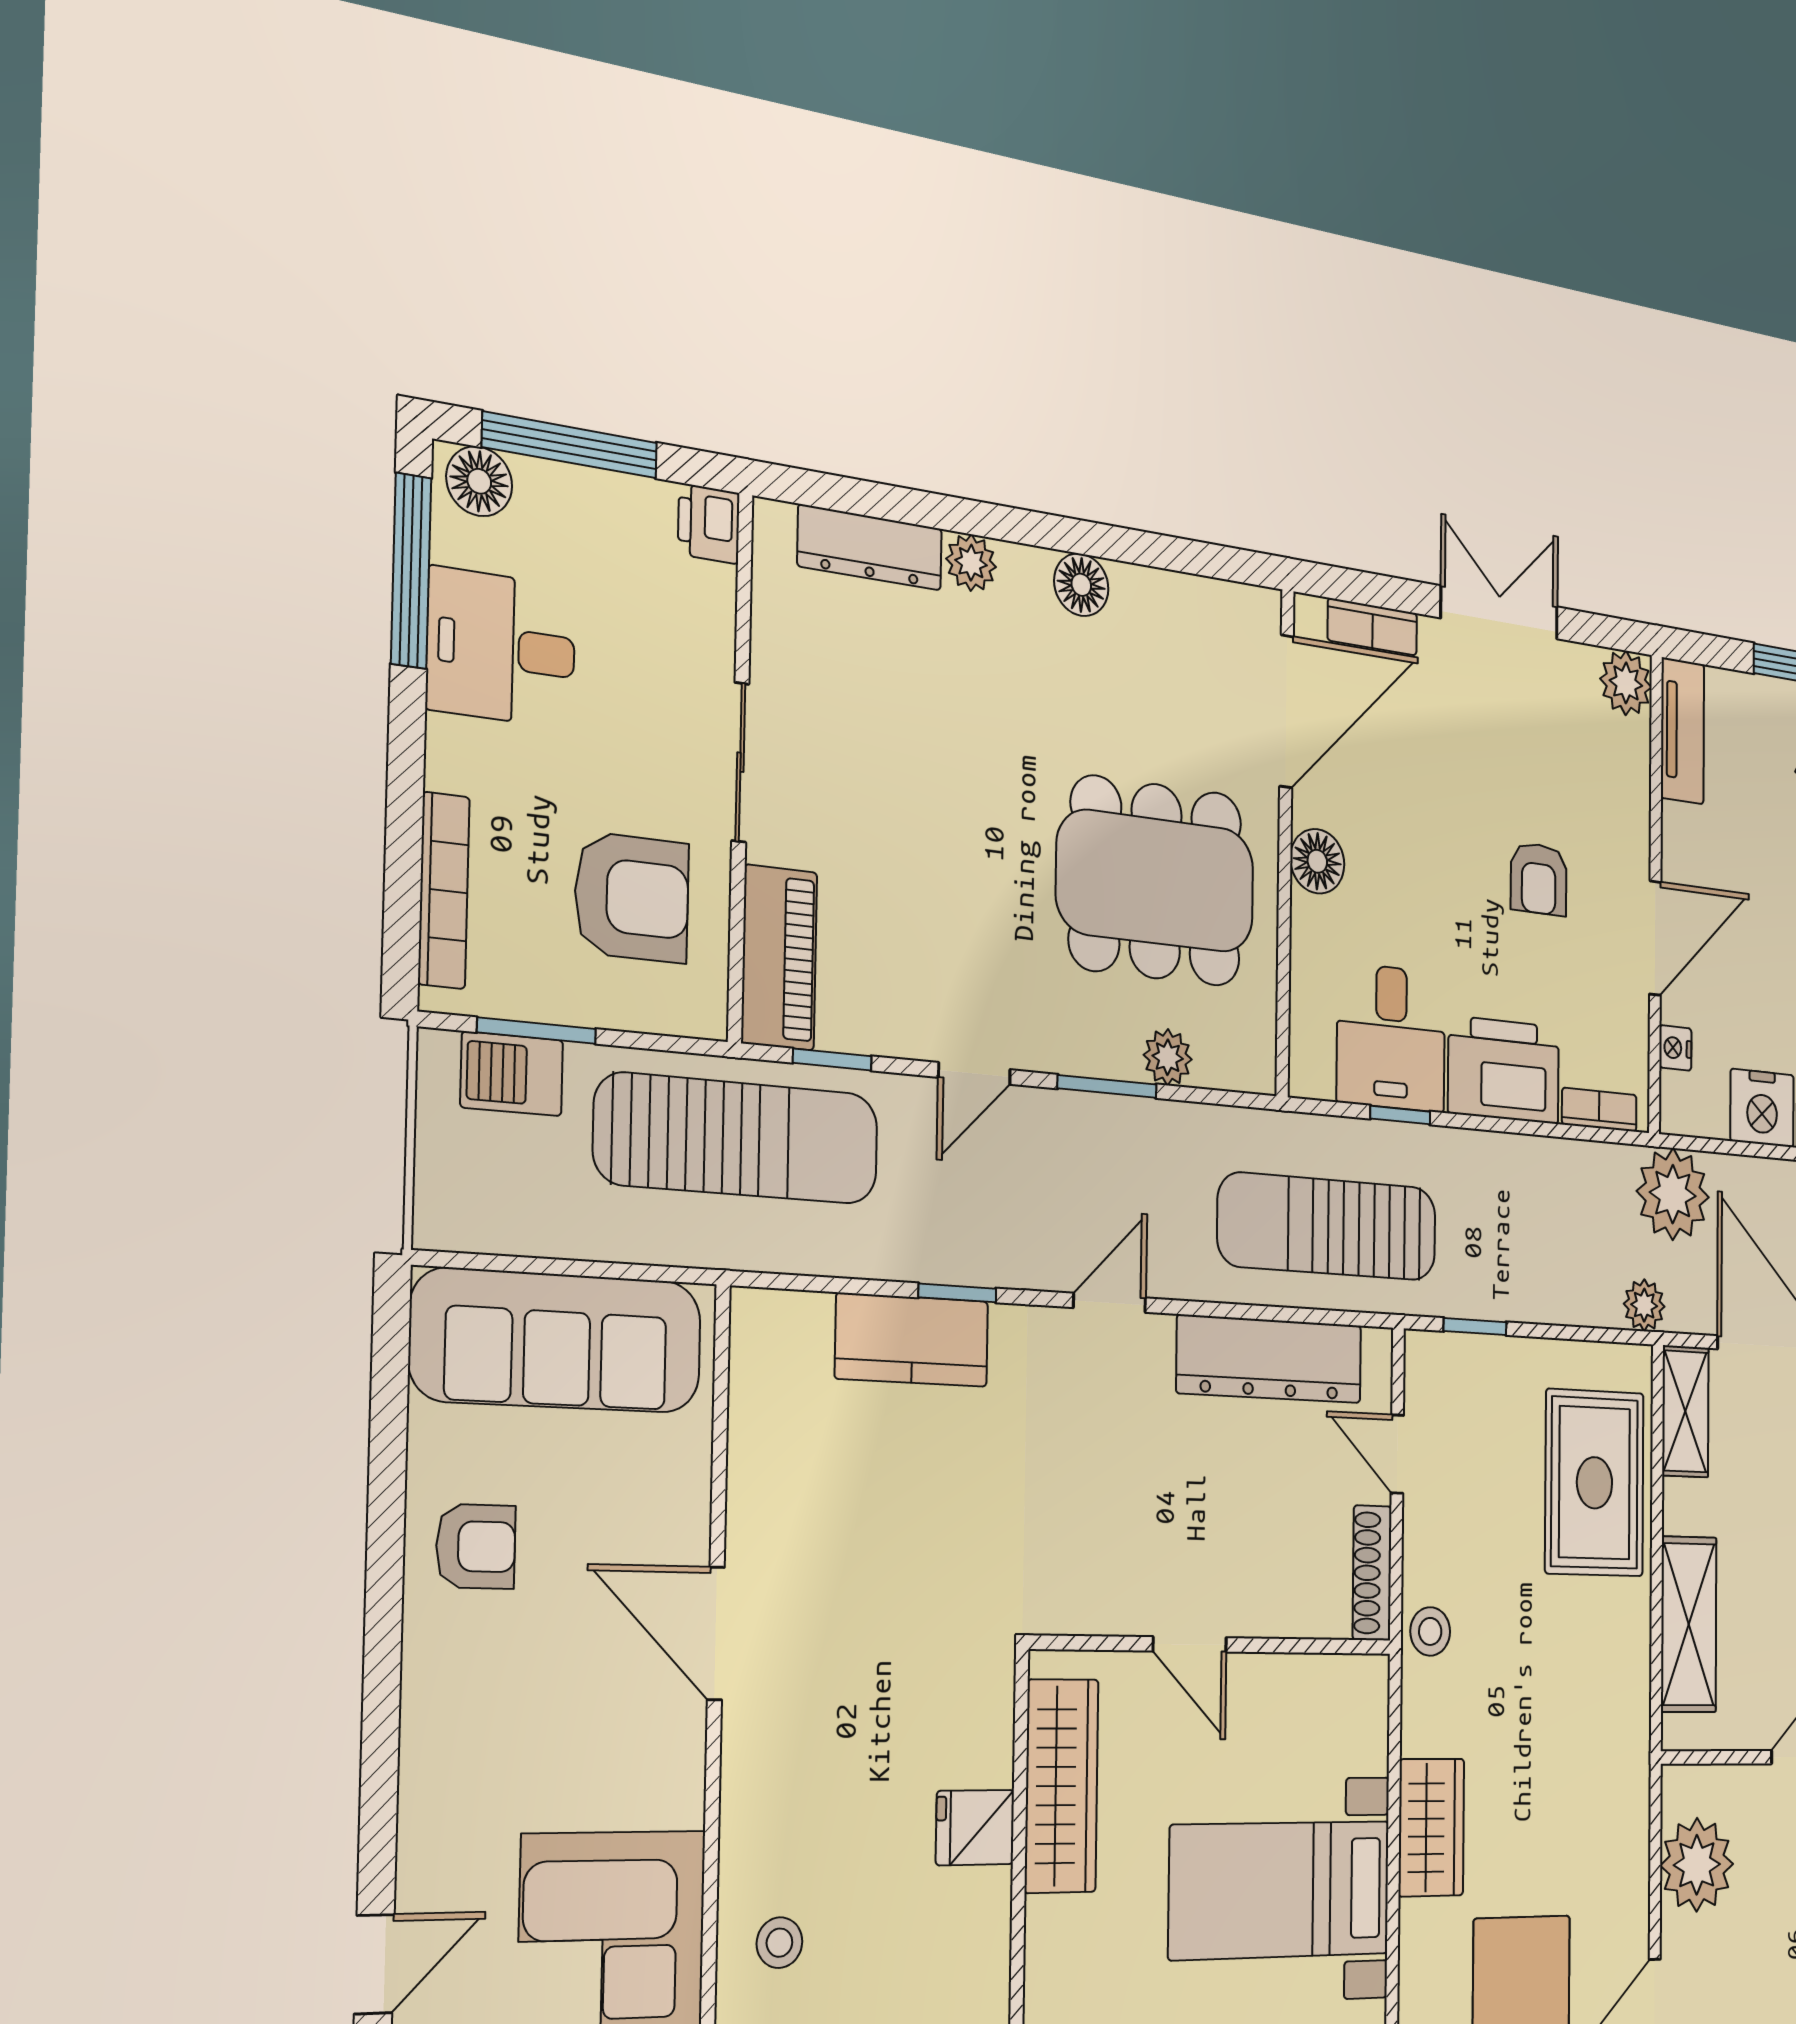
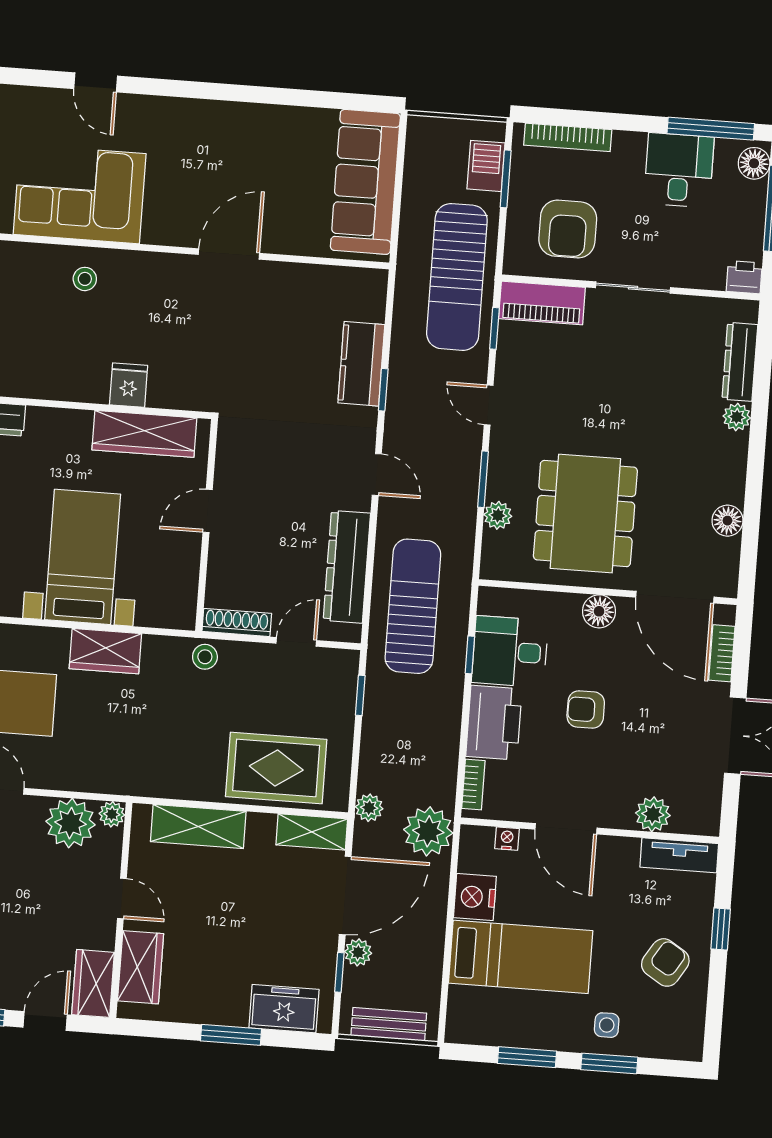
floor lamp: (1081, 585) -> (727, 521), moved
plant: (1626, 683) -> (653, 814), moved
armchair: (1539, 879) -> (586, 710), moved
armchair: (476, 1546) -> (275, 138), removed
plant: (1680, 1788) -> (112, 814), added

